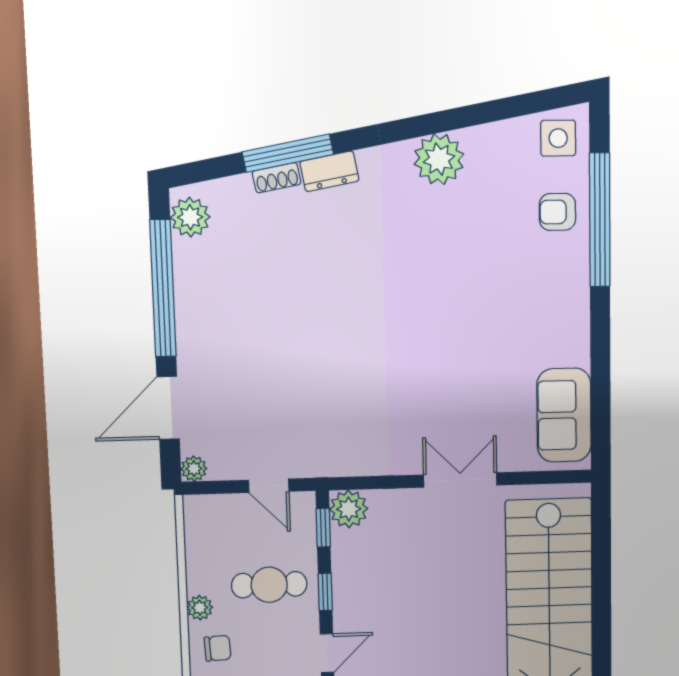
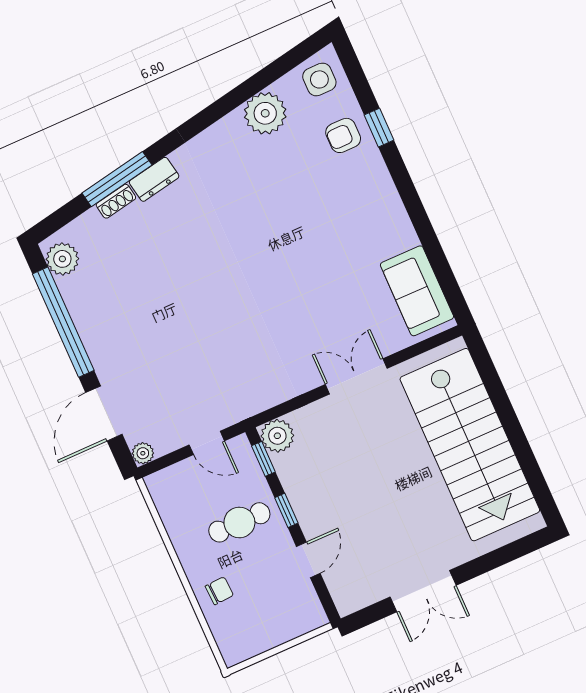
plant: (439, 159) -> (265, 113), moved
window: (600, 220) -> (379, 128), width x0.32
plant: (200, 608) -> (192, 563), removed

